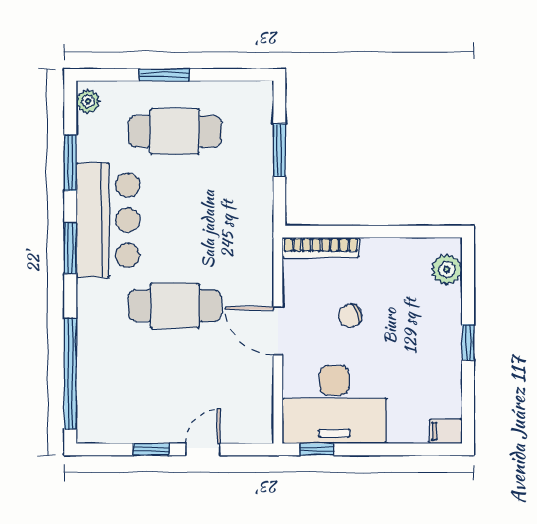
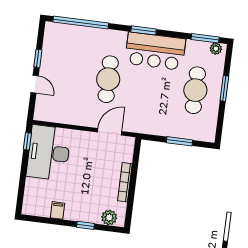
window: (70, 163) -> (205, 38), moved
bookcase: (321, 247) -> (125, 182), moved
chair: (350, 316) -> (92, 166), removed
door: (278, 331) -> (110, 132), moved
window: (468, 342) -> (85, 225), moved
filing cabinet: (446, 431) -> (58, 210), moved

